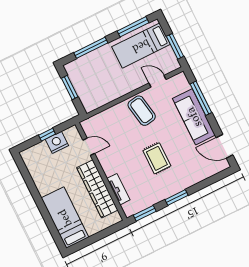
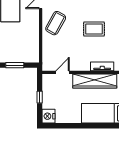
coffee table: (142, 111) -> (56, 23), turned -51
nightstand: (57, 142) -> (48, 116), moved

